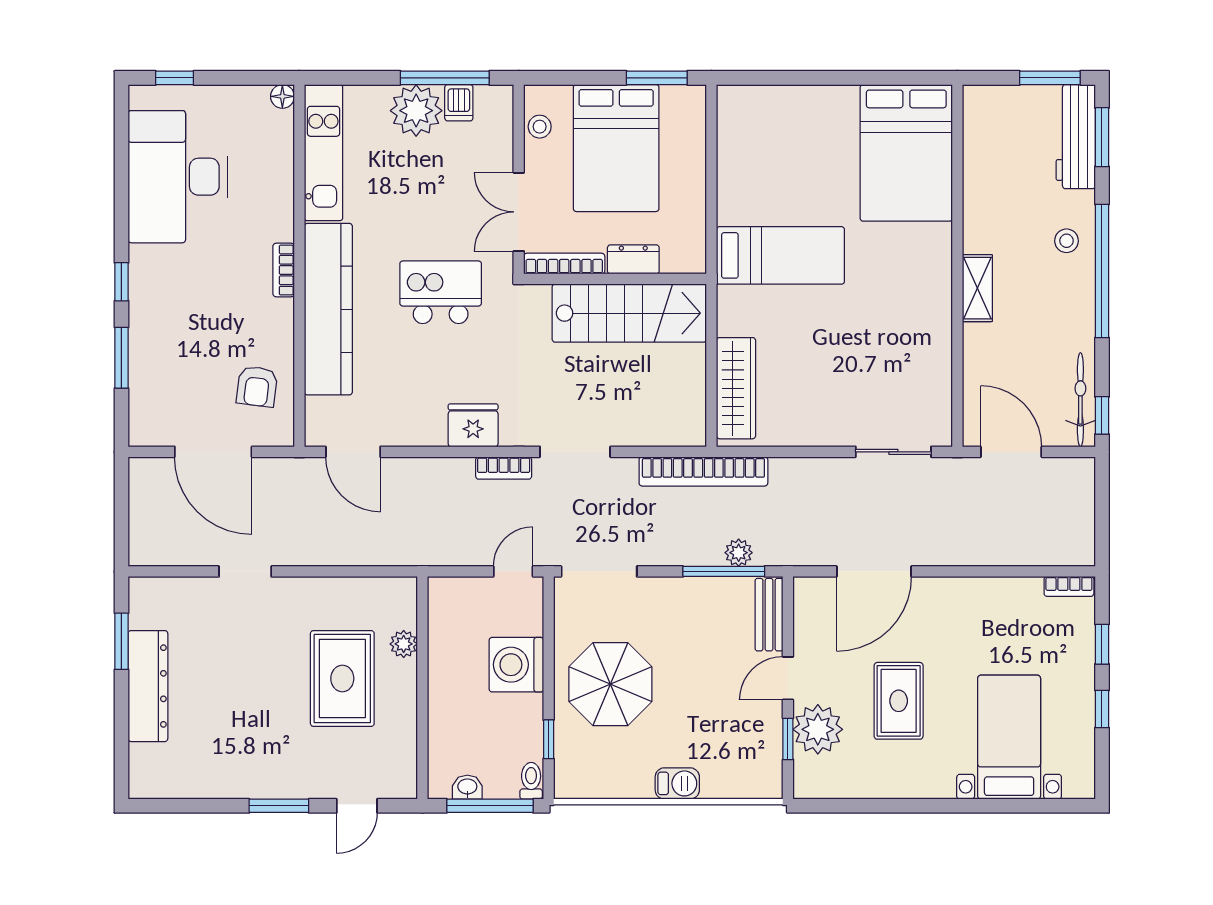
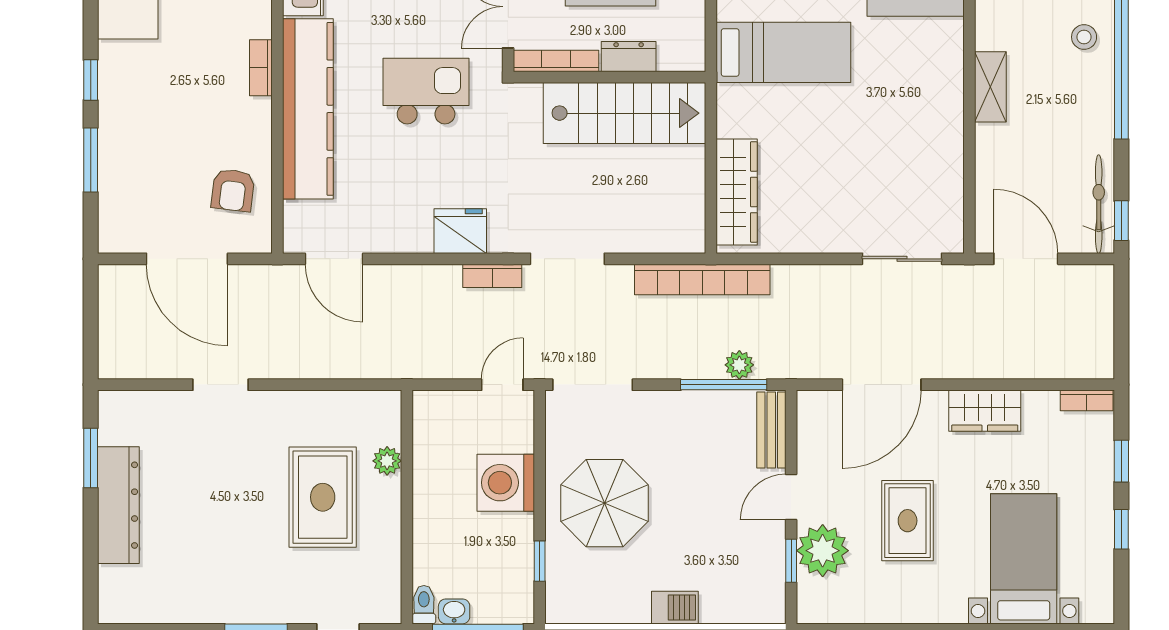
wardrobe: (972, 596) -> (985, 411), added
toilet: (531, 781) -> (424, 605), moved

